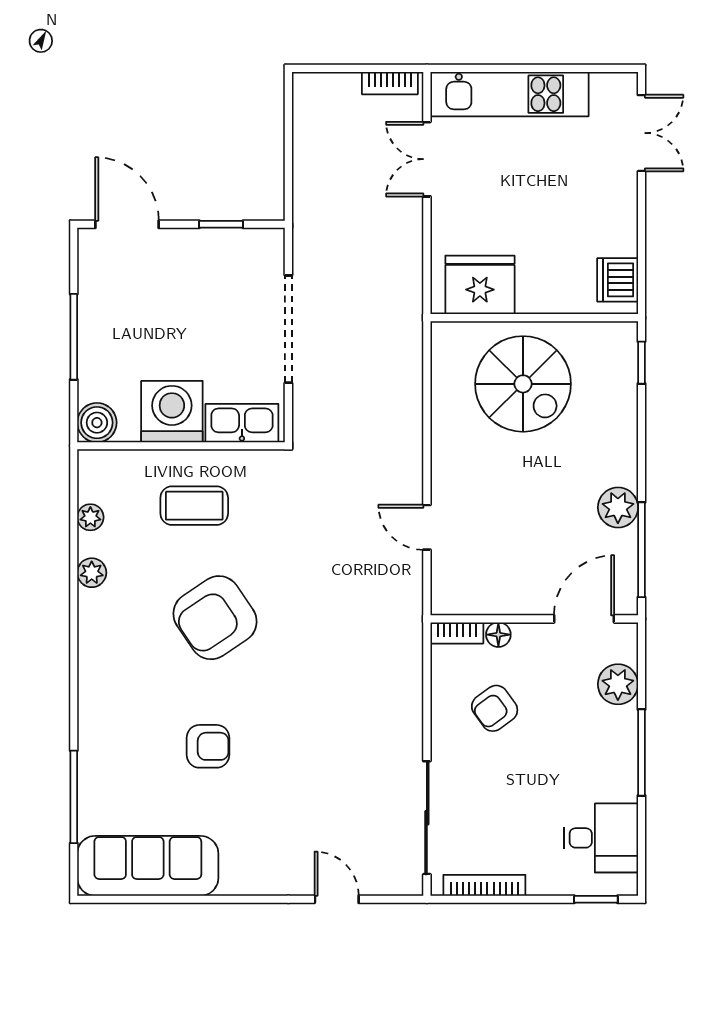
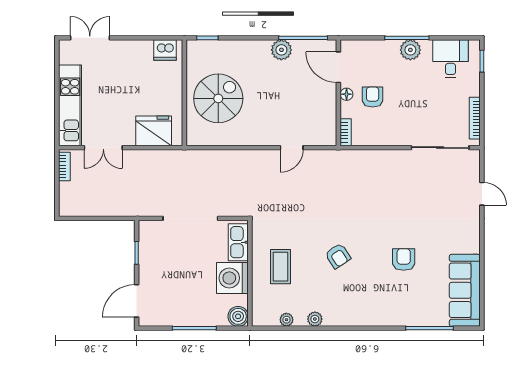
fridge: (480, 285) -> (154, 131), moved, turned 90
armchair: (215, 618) -> (338, 256), width x0.53, depth x0.53
floor lamp: (498, 635) -> (347, 94), moved
plant: (618, 684) -> (410, 50), moved
armchair: (495, 708) -> (373, 97), moved, turned -144
door: (337, 899) -> (482, 194), swing flipped

